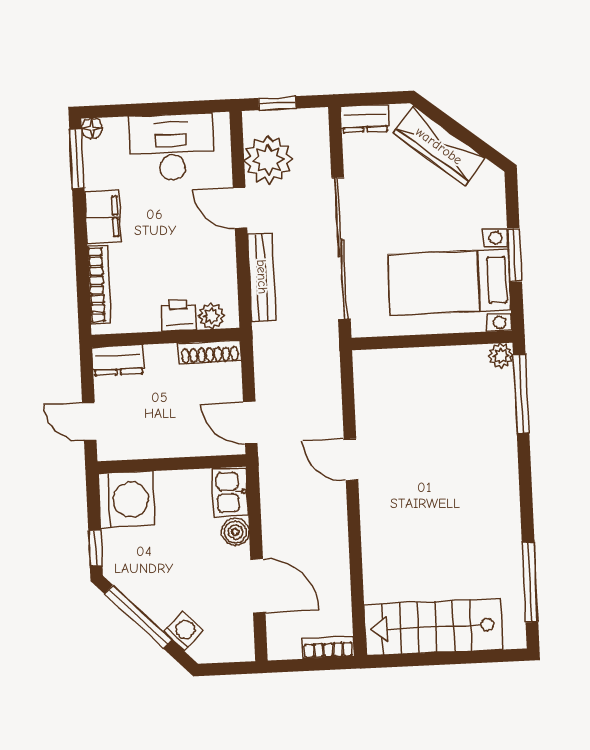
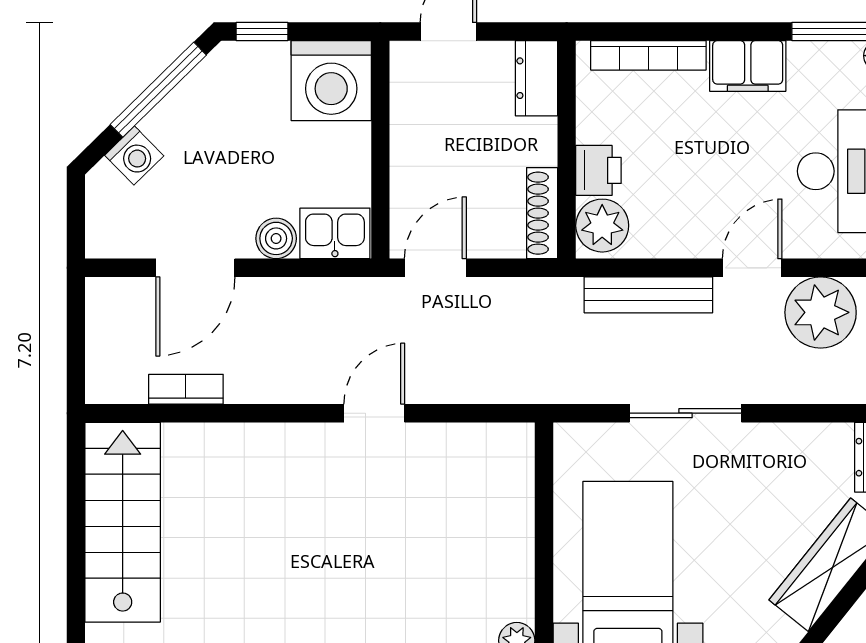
sliding door: (341, 248) -> (686, 413), width x0.54
plant: (212, 316) -> (602, 226), width x1.38, depth x1.38
bookcase: (328, 648) -> (186, 389), moved, turned -90

